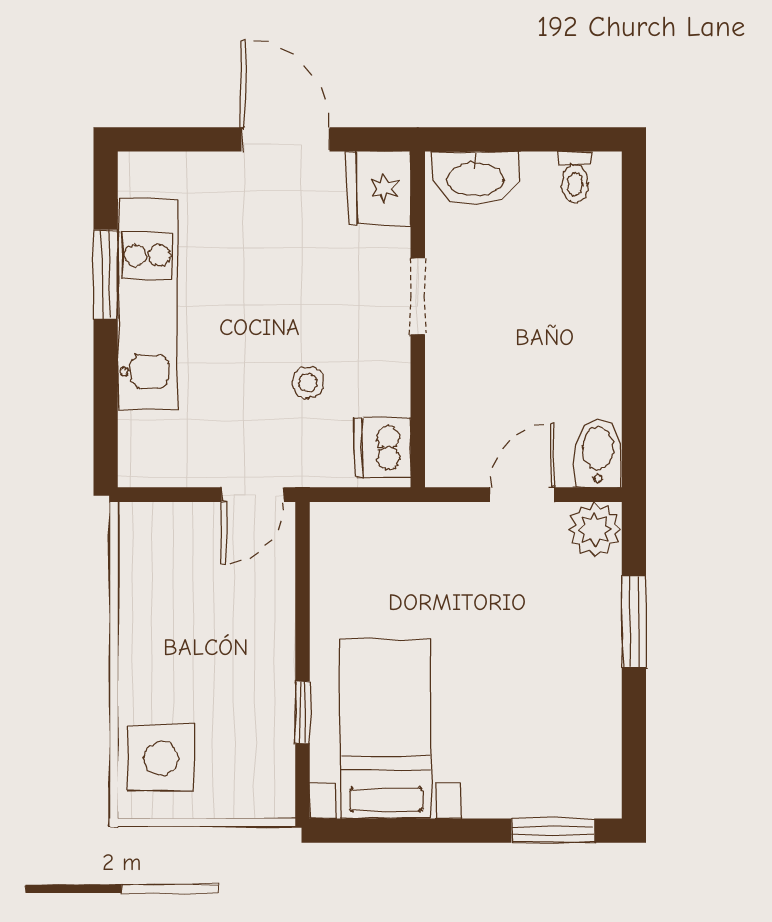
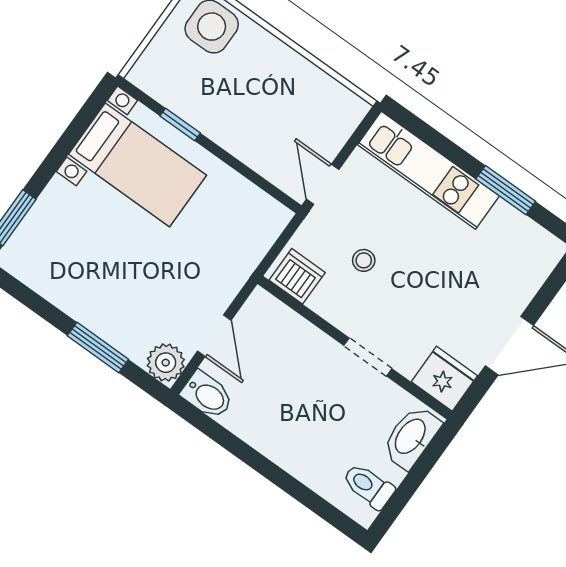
toilet: (575, 177) -> (368, 486), width x1.37, depth x1.39
kitchen unit: (147, 304) -> (428, 170), moved

